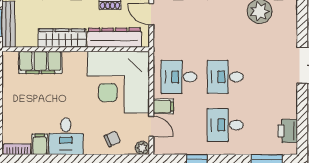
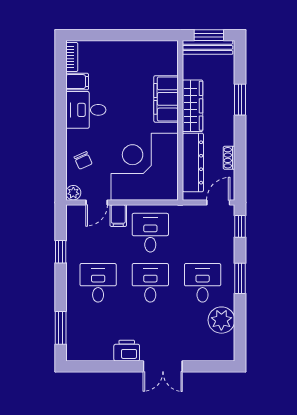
desk: (225, 29) -> (203, 283), added
filing cabinet: (40, 62) -> (166, 99), moved
printer: (288, 131) -> (127, 351), moved

